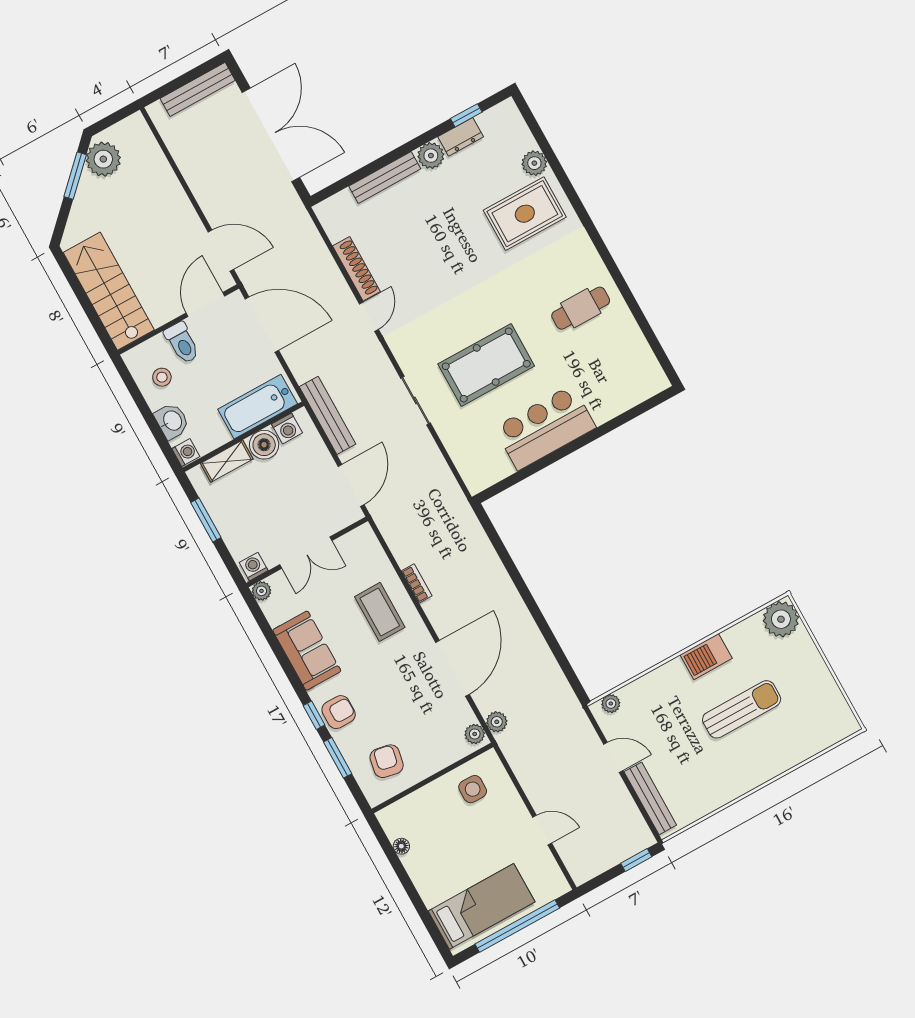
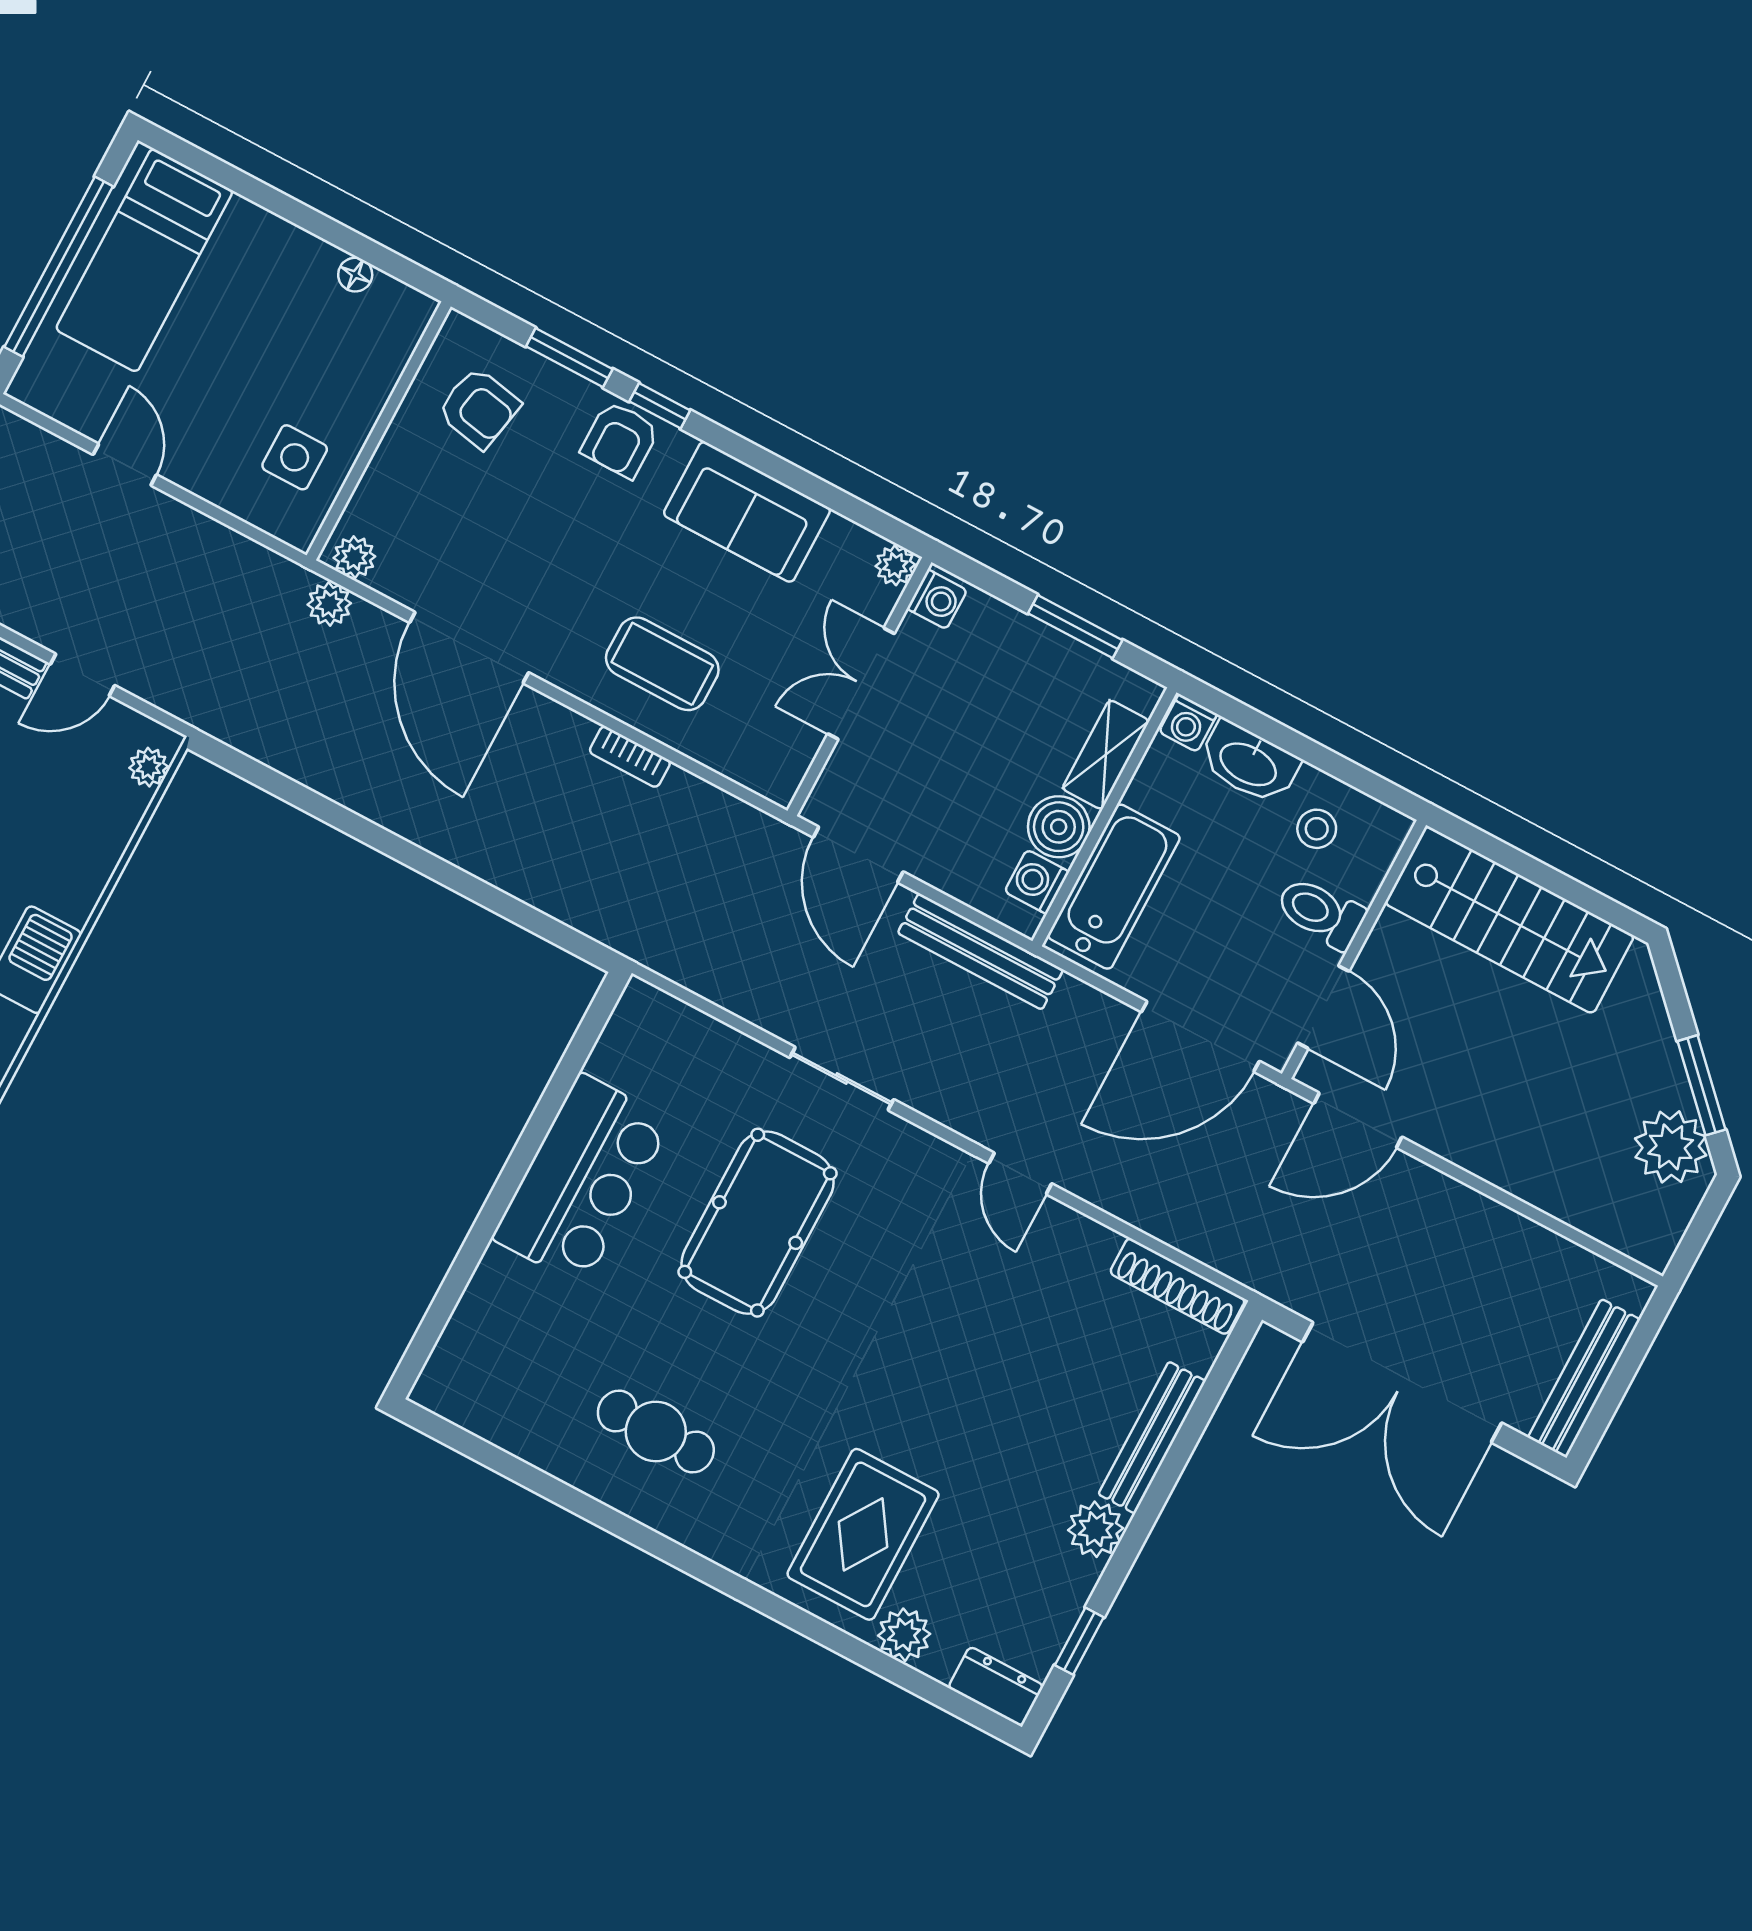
dresser: (461, 137) -> (996, 1686), moved, turned 90
shoe rack: (356, 269) -> (1177, 1286), moved
cafe table: (581, 308) -> (656, 1432), turned 90
washbasin: (172, 421) -> (1249, 763), width x1.38
door: (542, 830) -> (125, 465), swing flipped

